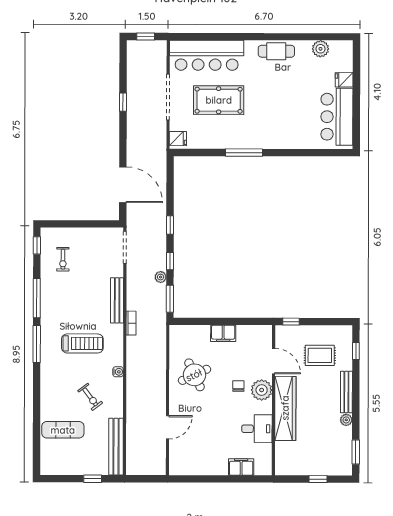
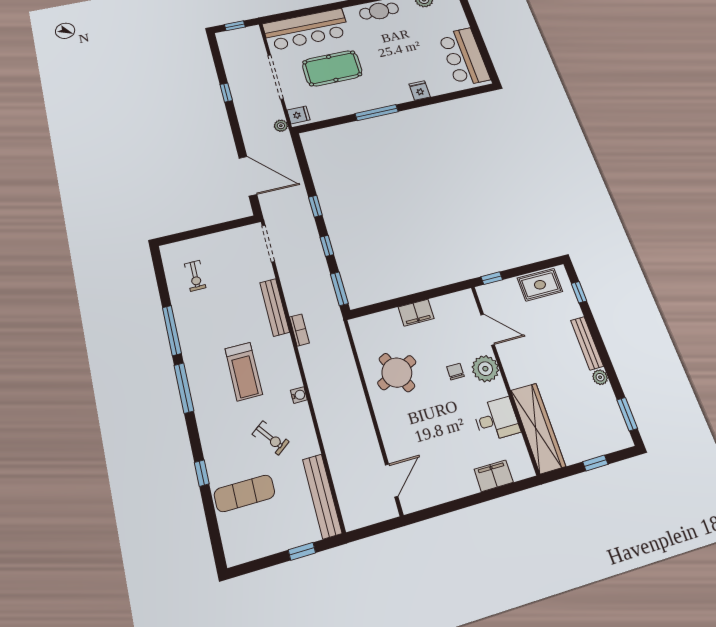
fridge: (344, 80) -> (420, 90), moved, turned 90
window: (37, 245) -> (202, 473), moved
plant: (161, 277) -> (281, 126), moved
treadmill: (82, 343) -> (244, 371), turned 90
rug: (320, 355) -> (540, 285), moved
wardrobe: (285, 408) -> (538, 428), moved
door: (168, 427) -> (392, 480), moved

